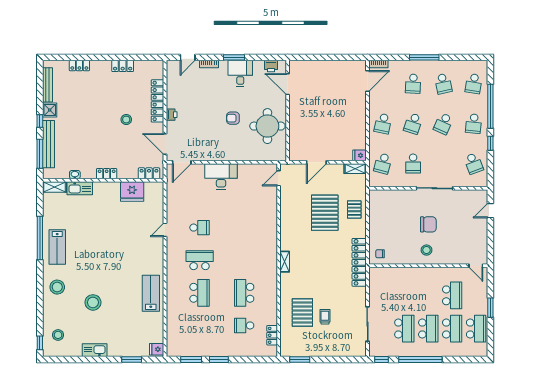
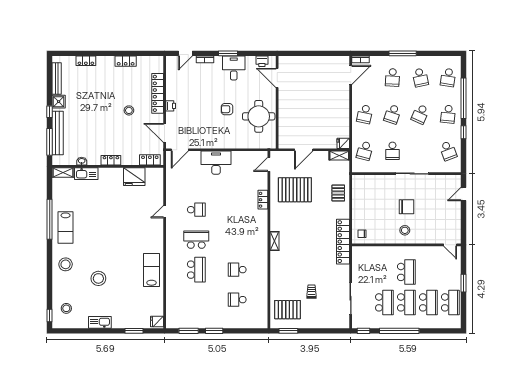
pallet: (325, 213) -> (295, 190), moved, turned 90
school desk: (244, 293) -> (237, 270), width x0.54
school desk: (452, 295) -> (406, 272), moved
pallet: (302, 312) -> (288, 310), moved, turned 90
locker: (272, 335) -> (263, 200), moved

